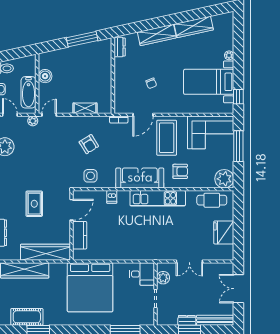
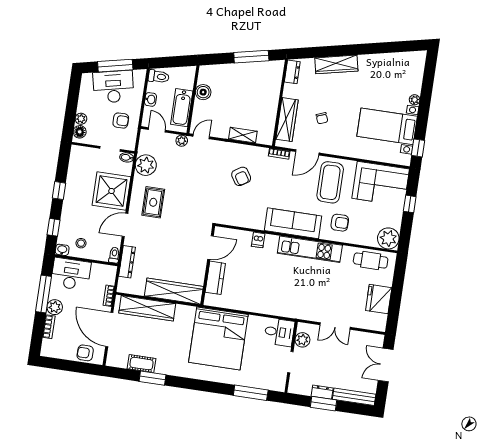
wardrobe: (194, 27) -> (287, 120), moved, turned -78
window: (238, 146) -> (410, 204), width x0.46
side table: (90, 176) -> (238, 212), removed
rug: (34, 204) -> (153, 202), moved
cot: (27, 317) -> (141, 364), width x0.73, depth x0.75

